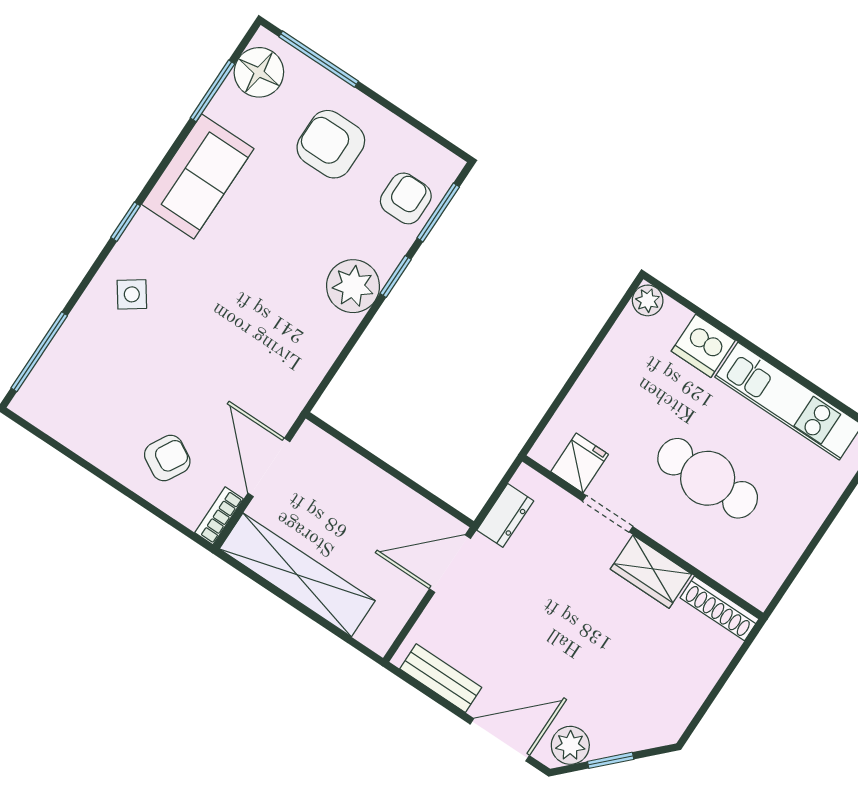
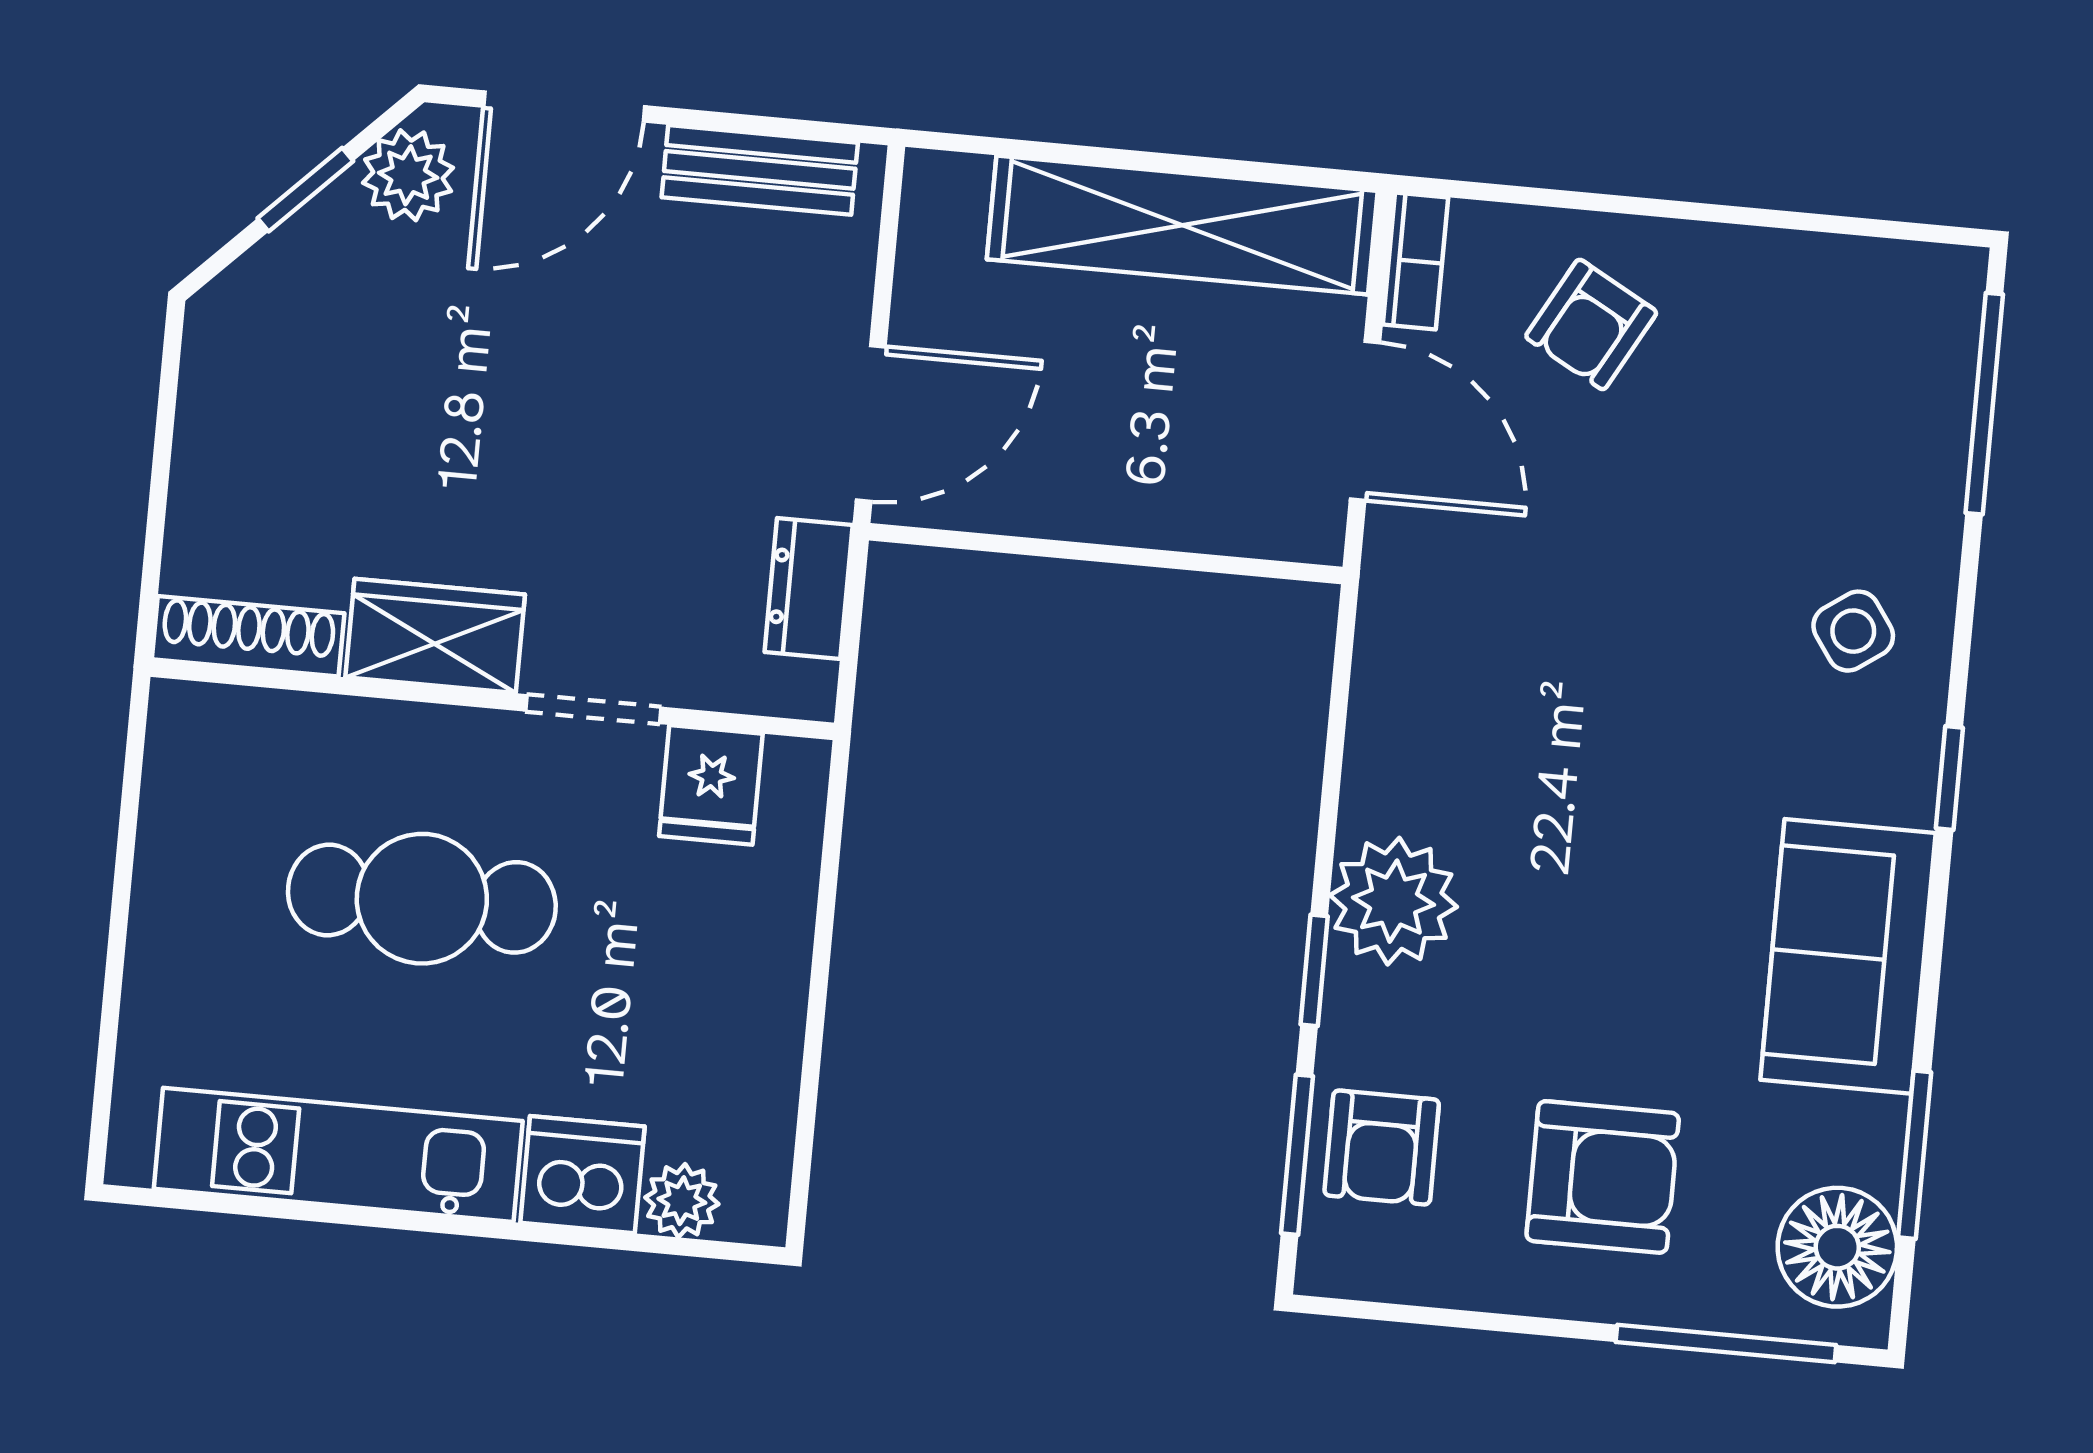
plant: (648, 300) -> (682, 1201), moved

